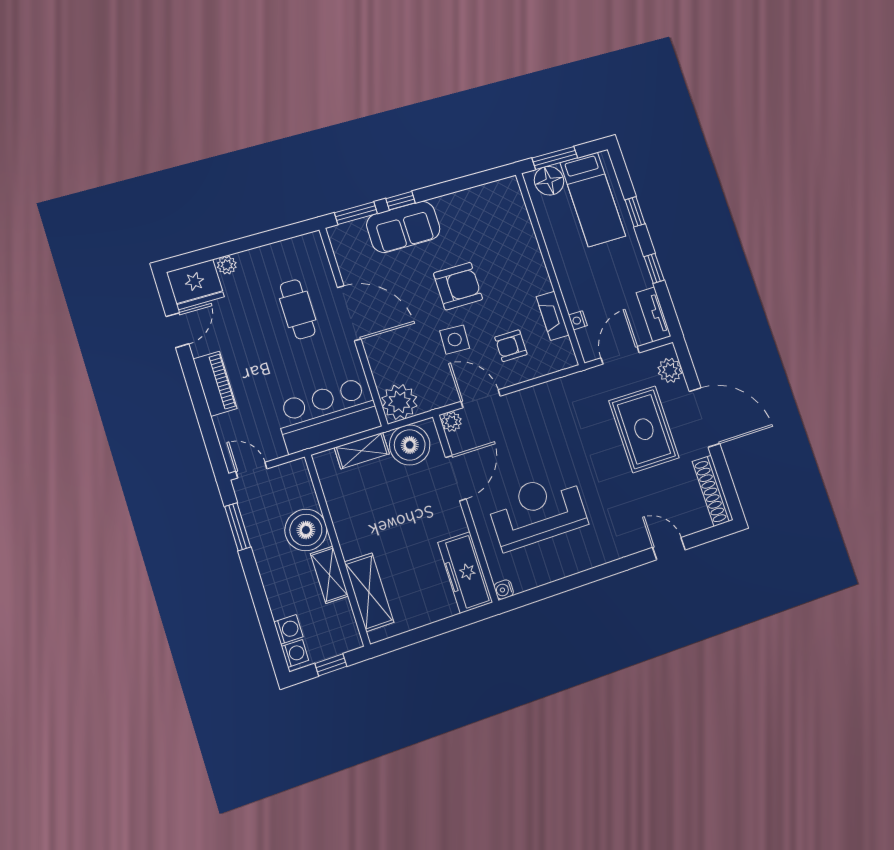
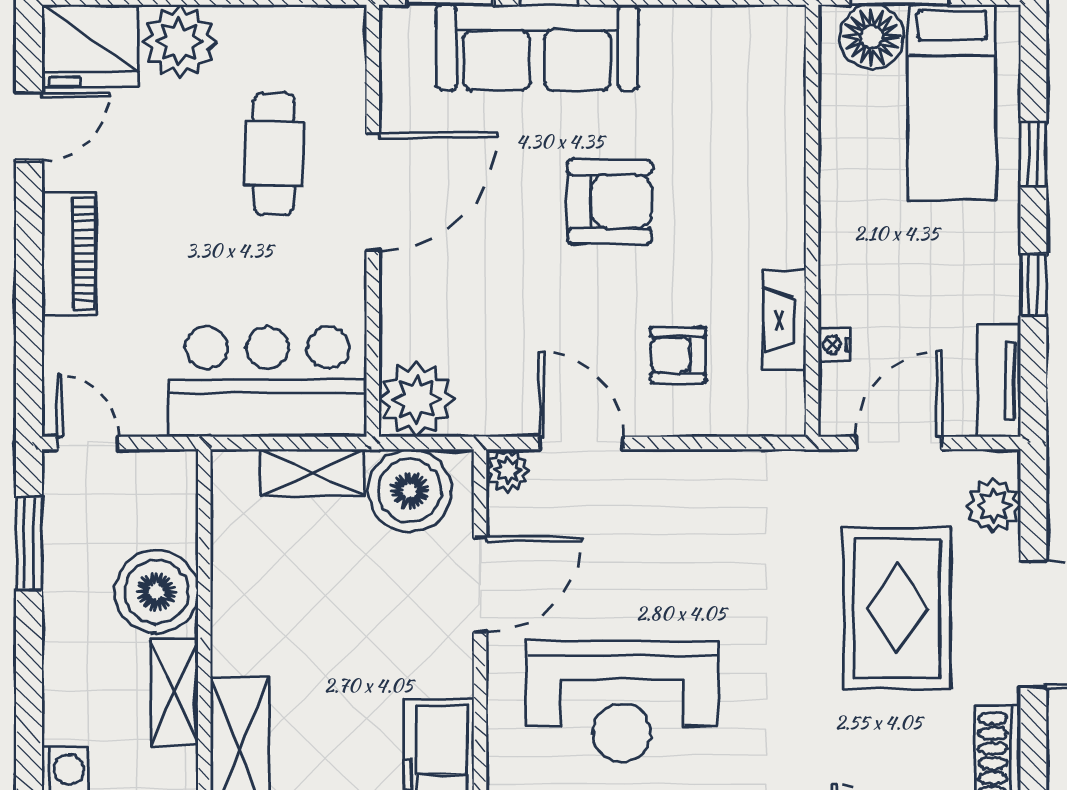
sofa: (403, 227) -> (537, 48), width x1.36
plant: (227, 265) -> (180, 42), width x1.88, depth x1.88
door: (349, 313) -> (373, 192), hinge flipped
side table: (455, 340) -> (568, 308), removed
reception desk: (537, 511) -> (622, 702), turned 180

